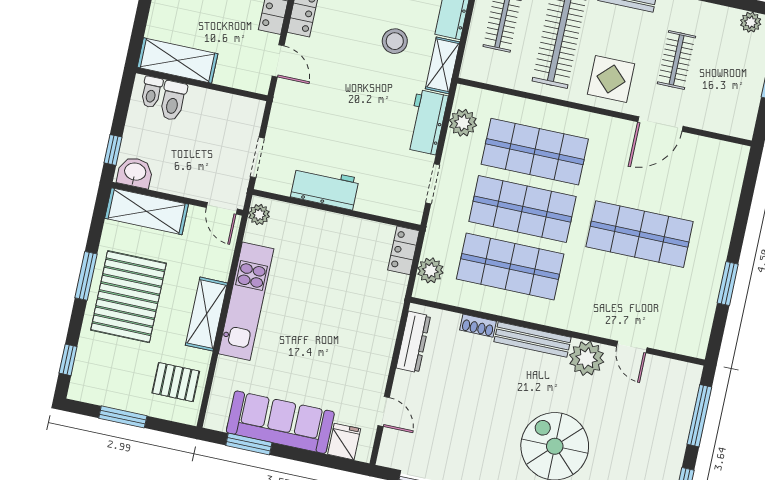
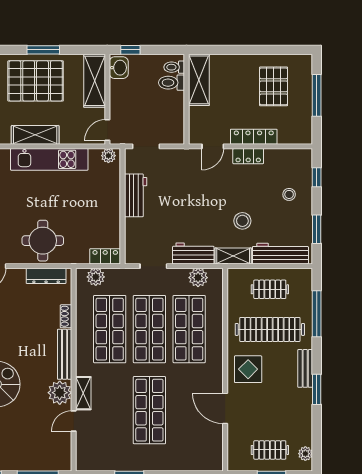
clothes rail: (676, 60) -> (270, 450), moved
shelving: (595, 325) -> (83, 393), added
round table: (361, 336) -> (43, 241), added

